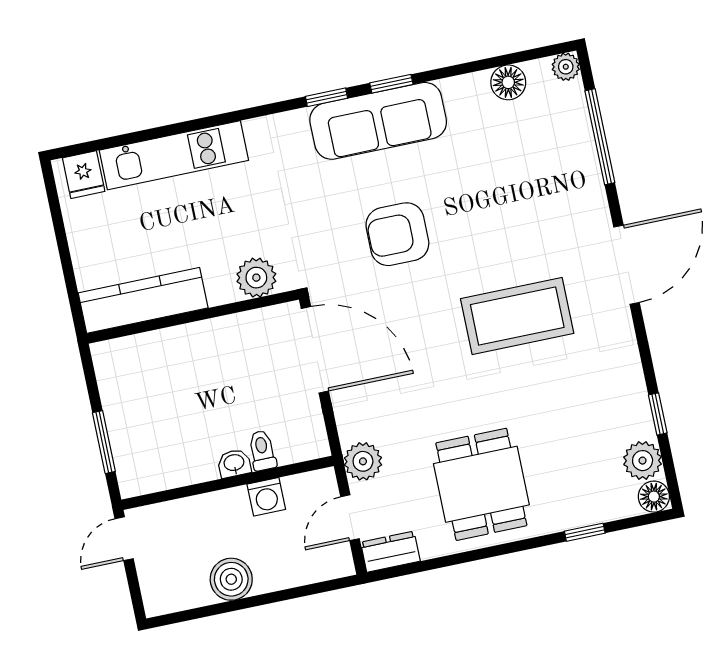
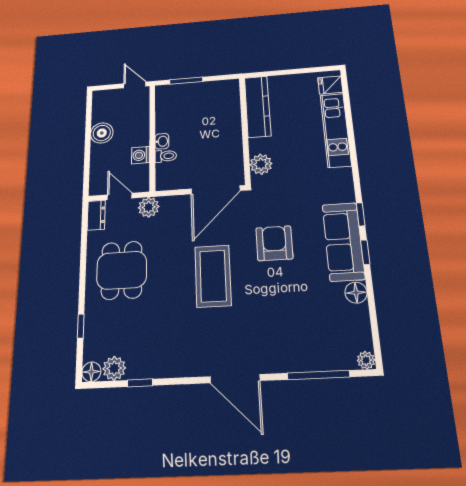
floor lamp: (508, 82) -> (356, 293), moved
coffee table: (517, 316) -> (213, 276), moved
dining table: (481, 484) -> (122, 270), turned 90

